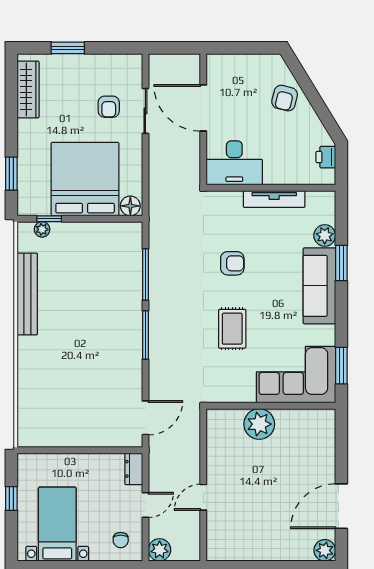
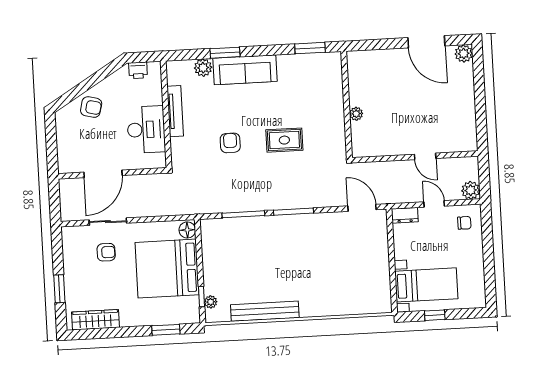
desk: (234, 163) -> (146, 130), moved
corner sofa: (296, 375) -> (320, 85), removed
plant: (259, 424) -> (356, 114), width x0.53, depth x0.53
bed with nightstands: (57, 524) -> (426, 285), moved, turned 180

